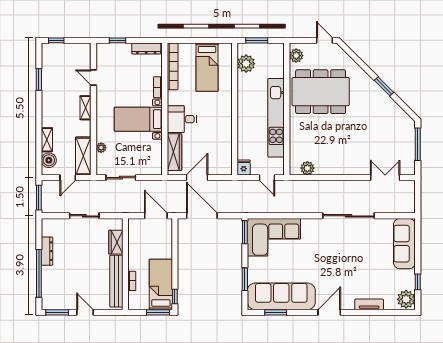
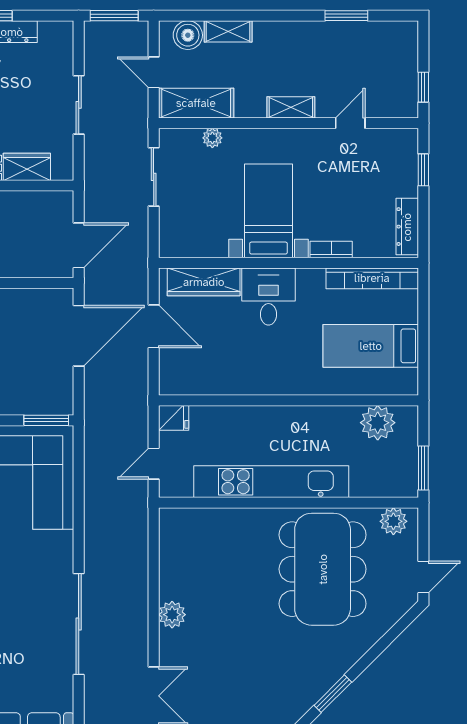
window: (56, 40) -> (423, 87), moved
window: (257, 40) -> (423, 468), moved
plant: (307, 168) -> (172, 615), moved

